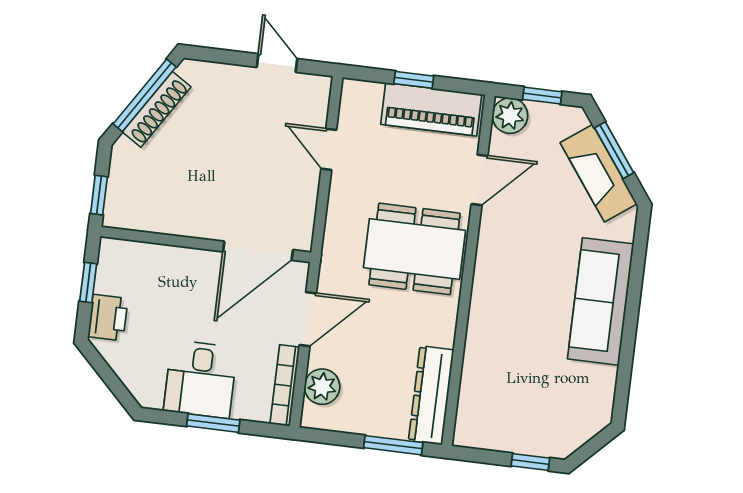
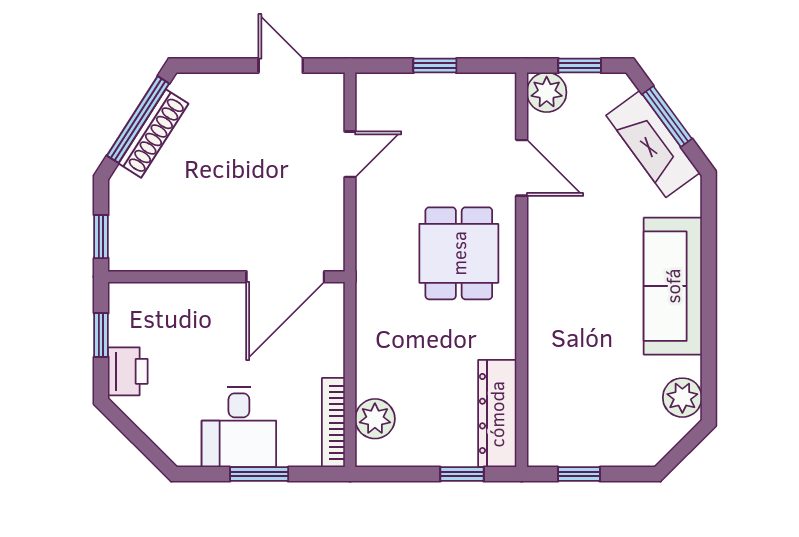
piano: (431, 109) -> (458, 96), removed
door: (329, 149) -> (350, 154), swing flipped
door: (480, 180) -> (522, 168), hinge flipped
dining table: (414, 249) -> (459, 253), width x0.73
door: (308, 319) -> (350, 346), removed
plant: (597, 401) -> (682, 398), added
window: (393, 445) -> (462, 474), width x0.67
window: (530, 462) -> (579, 474), moved

